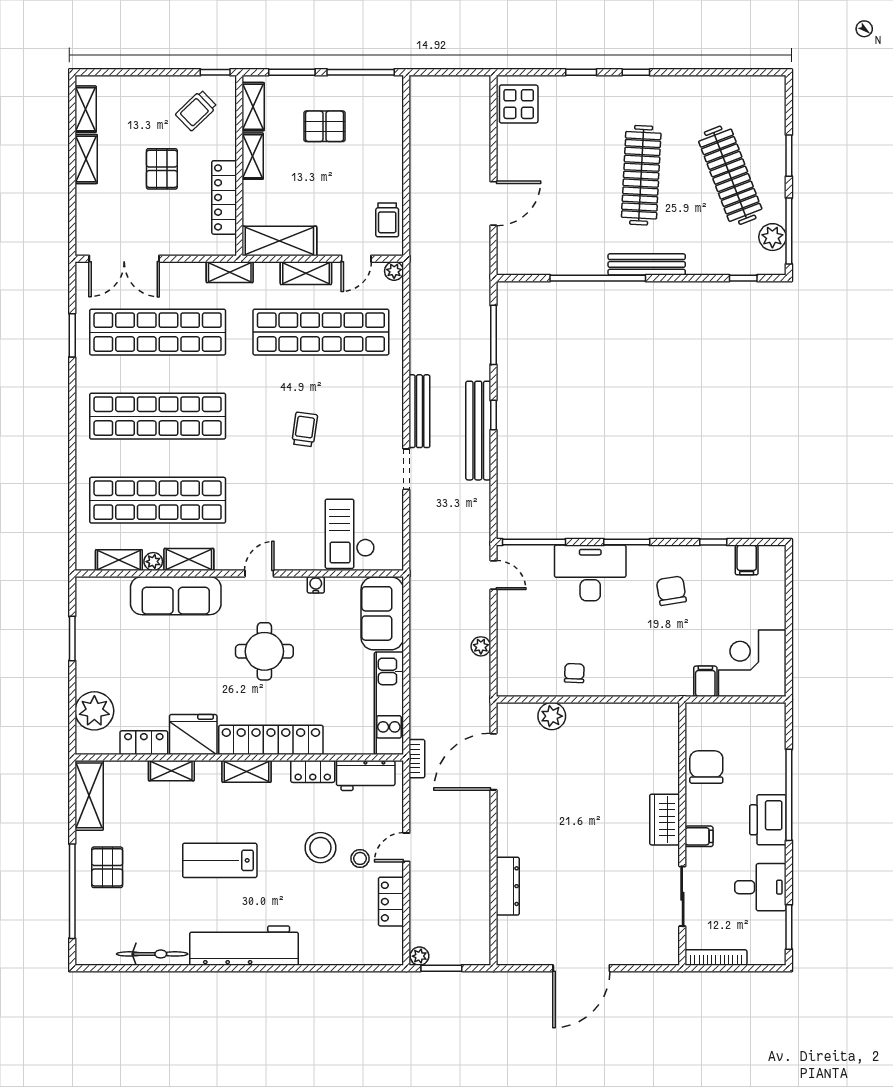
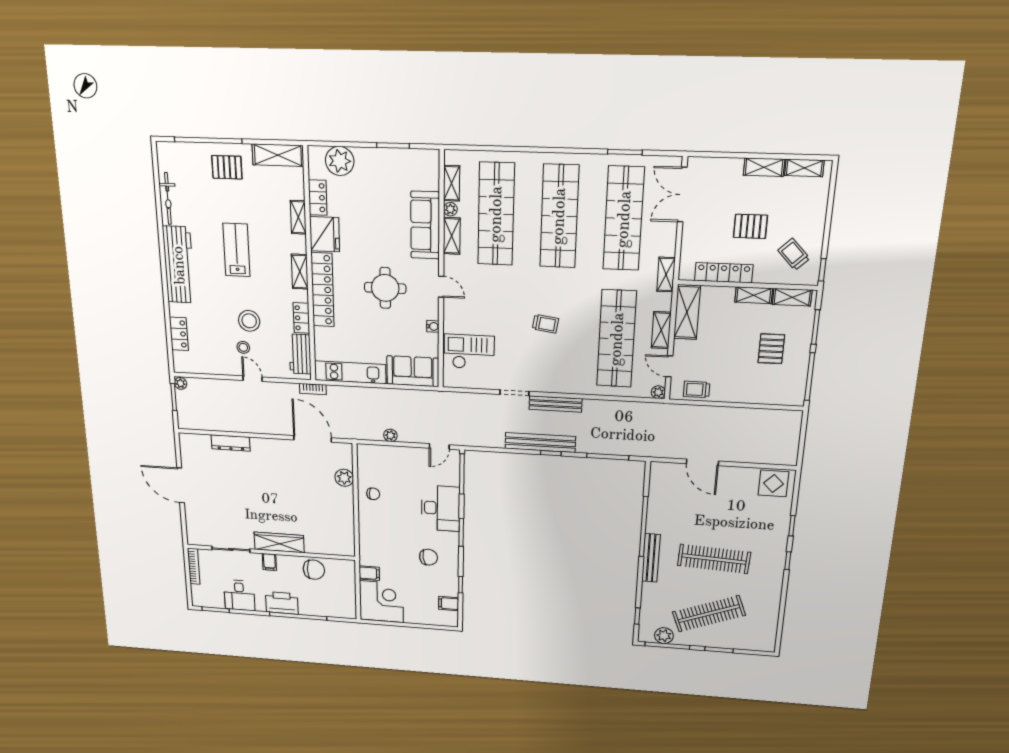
wardrobe: (665, 820) -> (279, 542), width x1.50
locker: (391, 902) -> (179, 334), moved, turned 90

